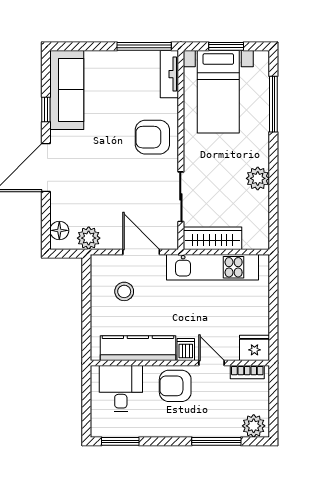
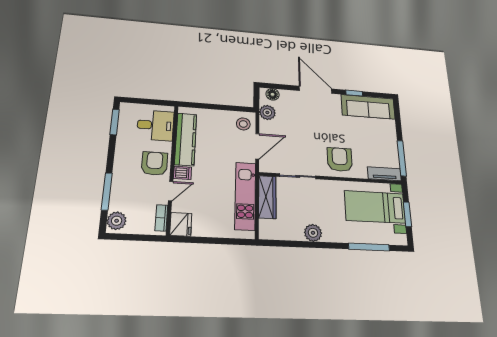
stool: (124, 291) -> (243, 124), moved

